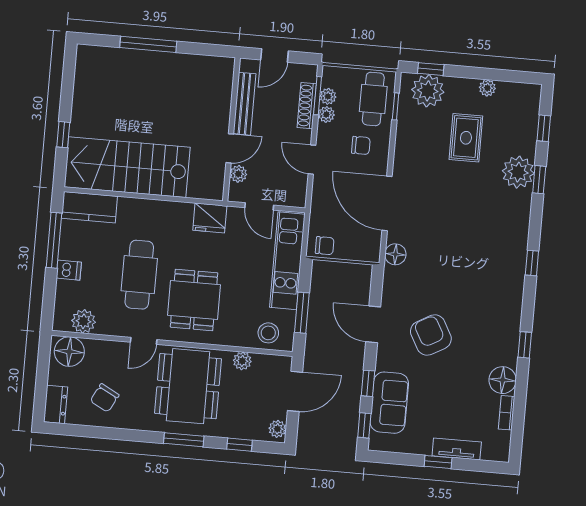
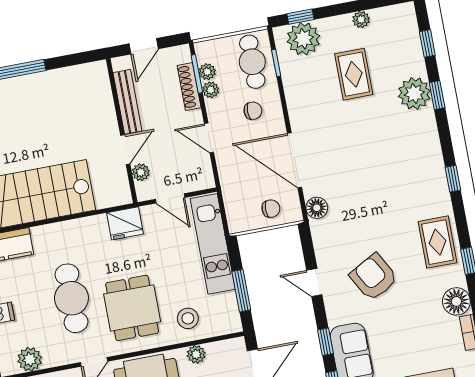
chair: (325, 246) -> (271, 209), moved
rug: (501, 319) -> (438, 242), added
door: (373, 324) -> (314, 283), width x0.73
stool: (268, 333) -> (188, 318), moved

